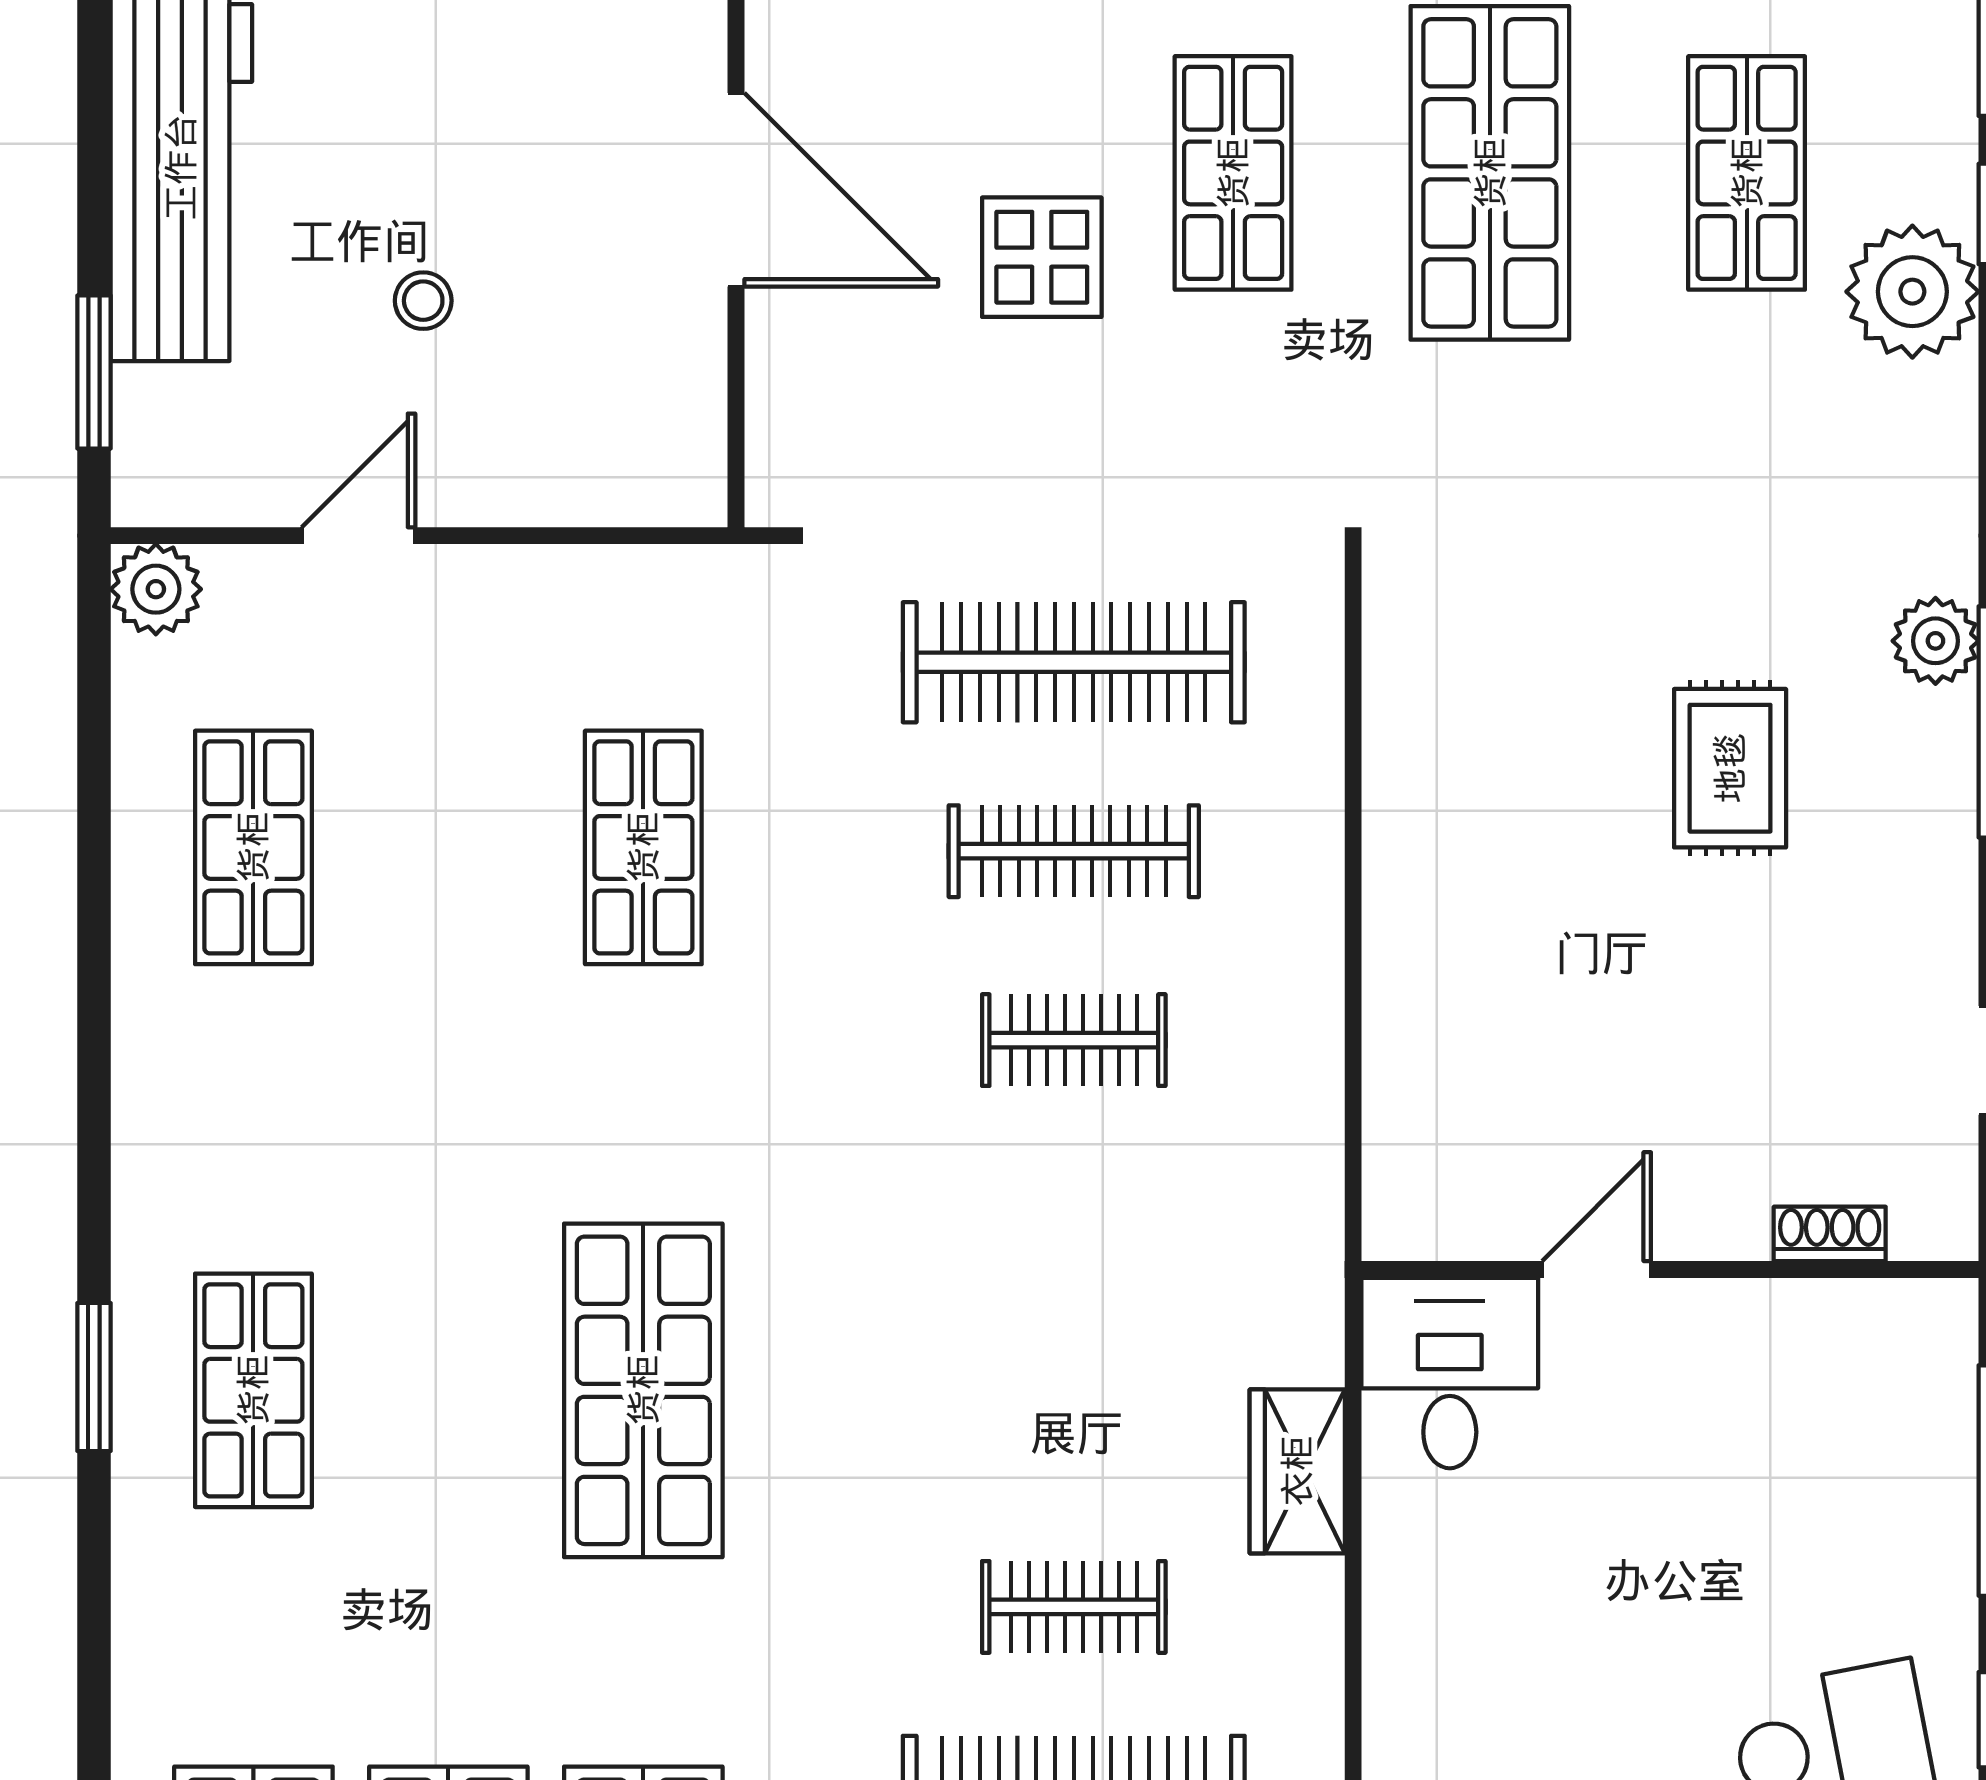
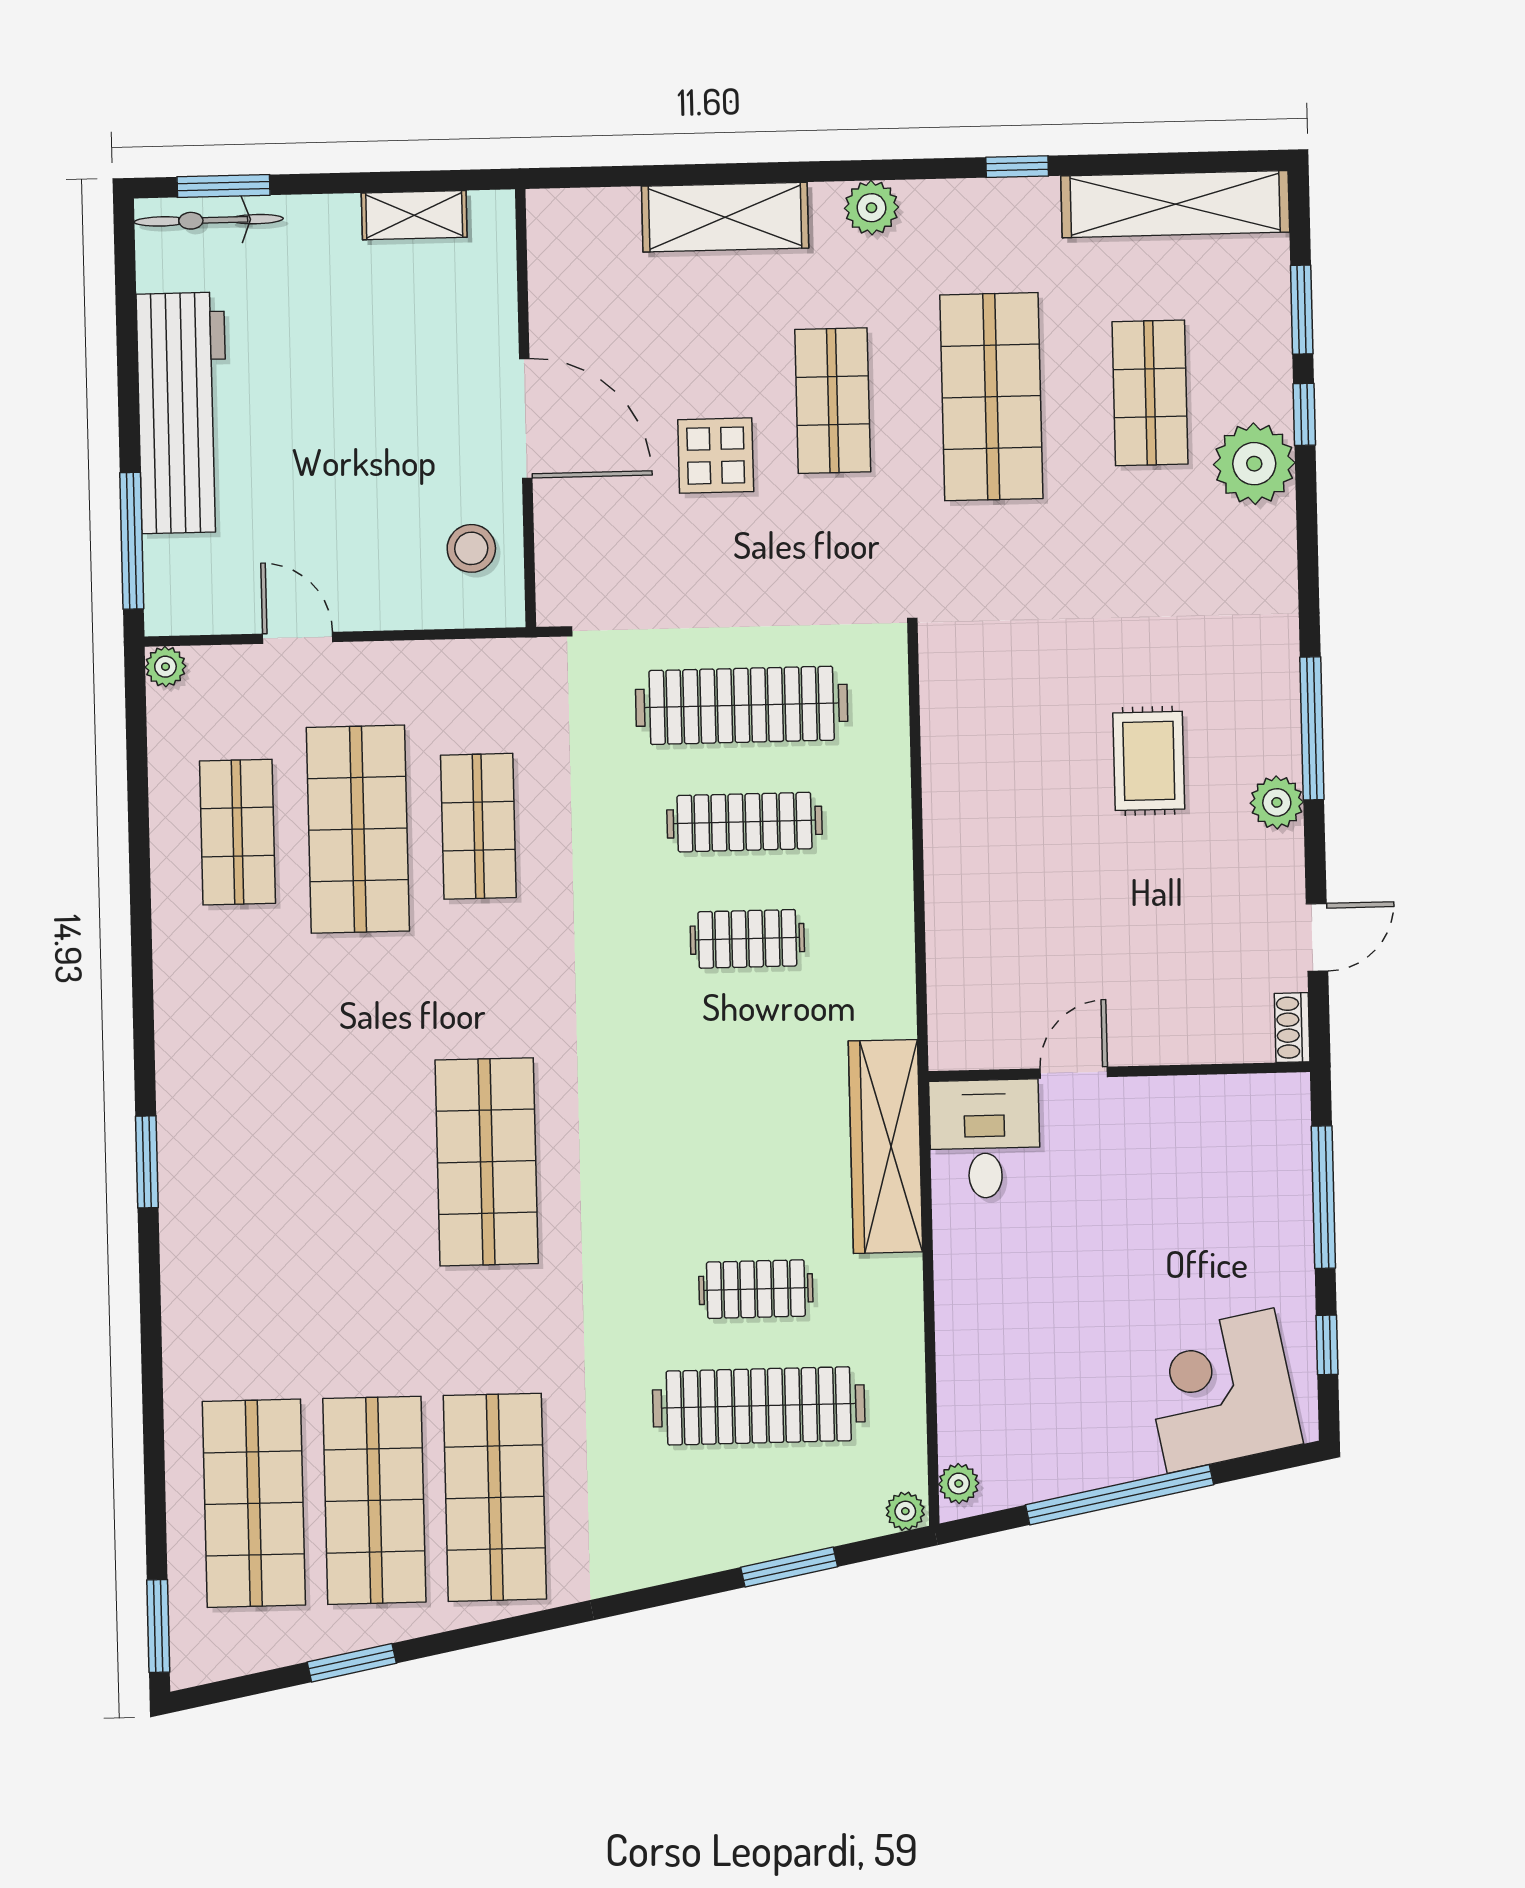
stool: (423, 301) -> (471, 548), moved, width x1.37, depth x1.37
window: (94, 372) -> (132, 541), width x1.44
door: (359, 536) -> (298, 638), hinge flipped
plant: (156, 589) -> (165, 667), width x0.73, depth x0.73
plant: (1935, 641) -> (1277, 802), moved
shoe rack: (1830, 1234) -> (1292, 1028), moved, turned -90
shop shelf: (253, 1390) -> (358, 829), moved, width x1.43, depth x1.36
wardrobe: (1297, 1471) -> (886, 1146), width x2.10, depth x1.17

